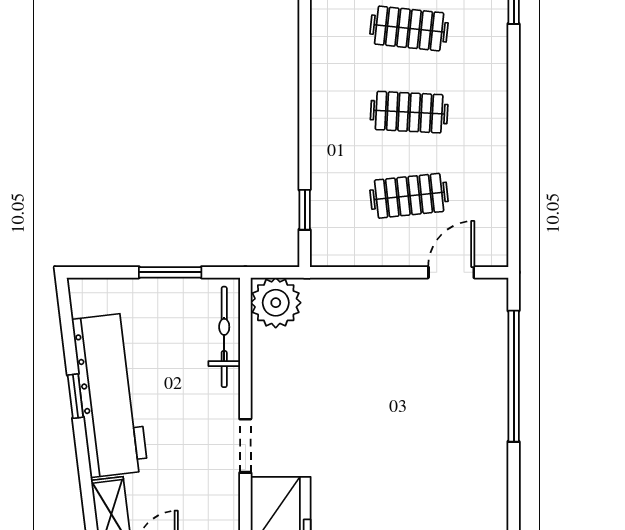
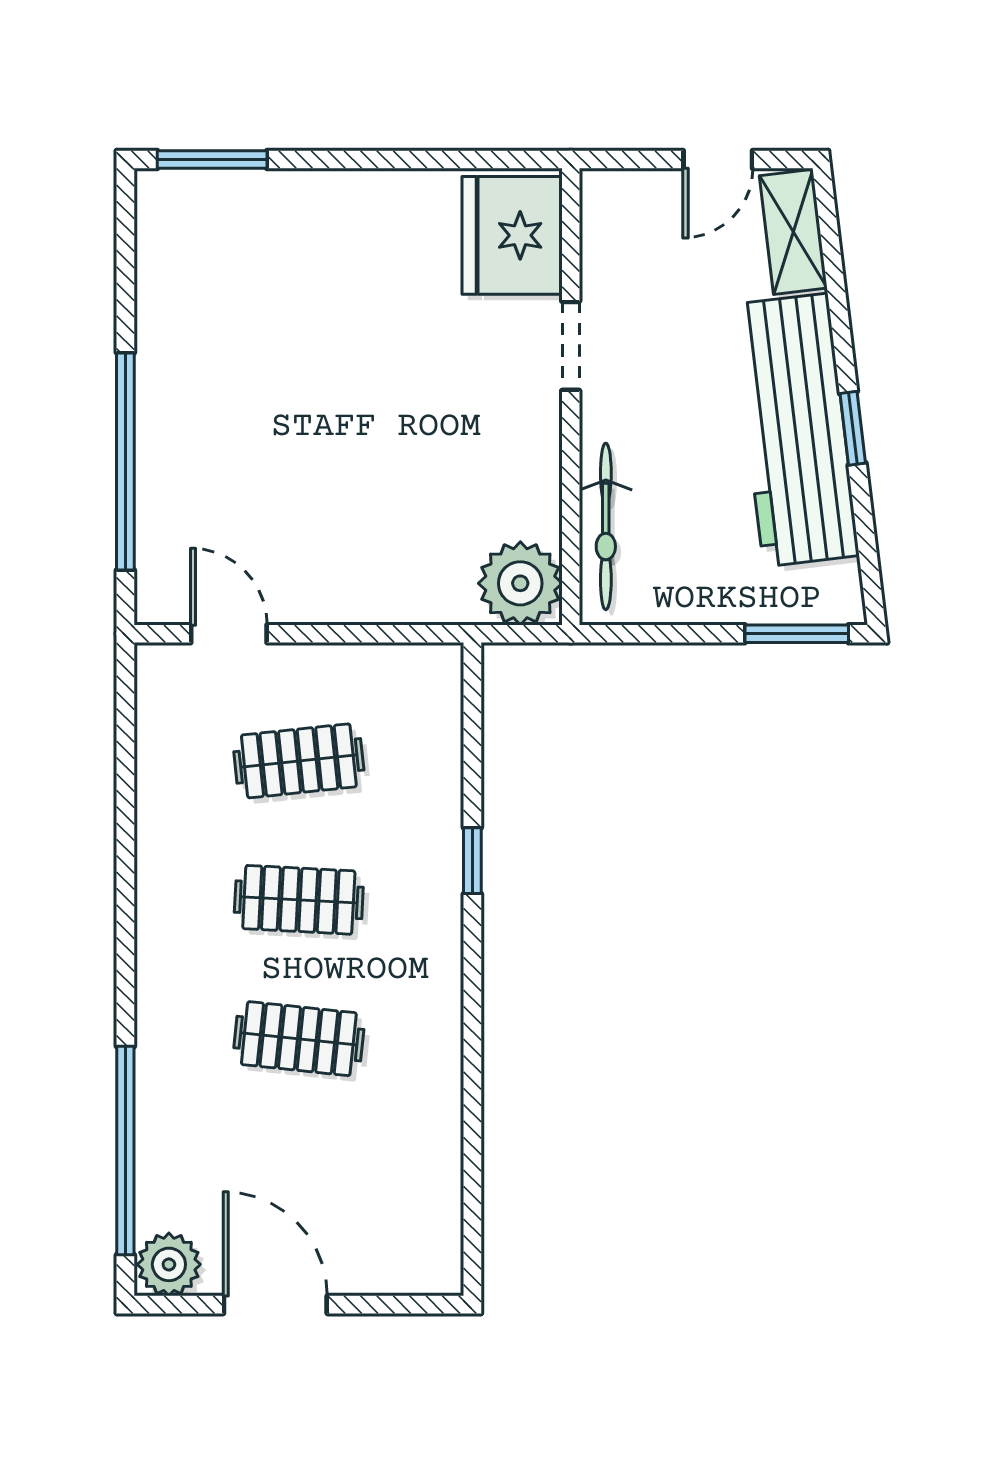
window: (305, 210) -> (472, 861), moved
window: (170, 272) -> (797, 634), moved
door: (451, 272) -> (229, 634), swing flipped

